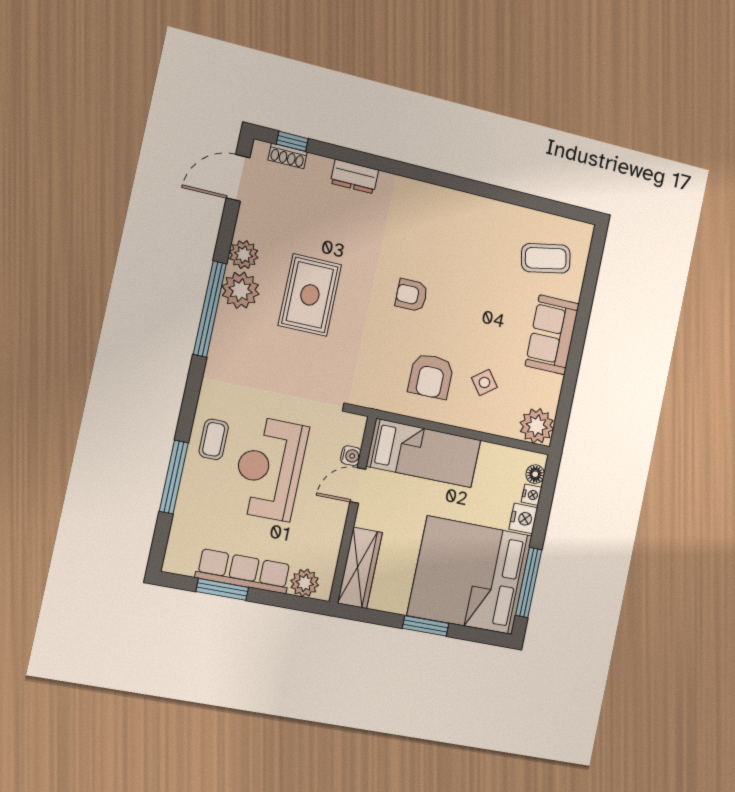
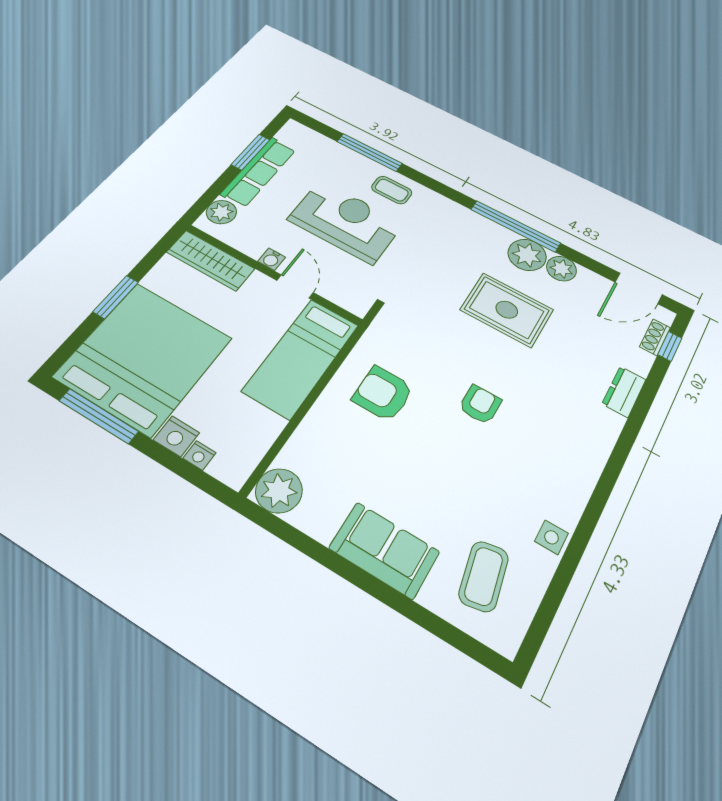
door: (238, 178) -> (639, 288), swing flipped
side table: (484, 382) -> (552, 537), moved, turned 37
water cooler: (351, 456) -> (272, 259), moved
floor lamp: (535, 474) -> (222, 468), removed

